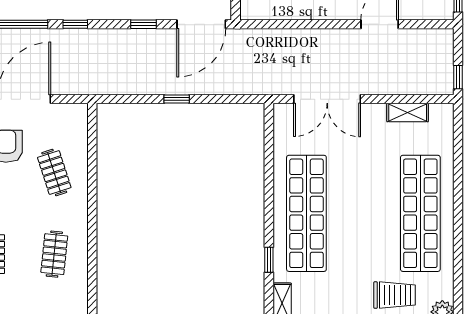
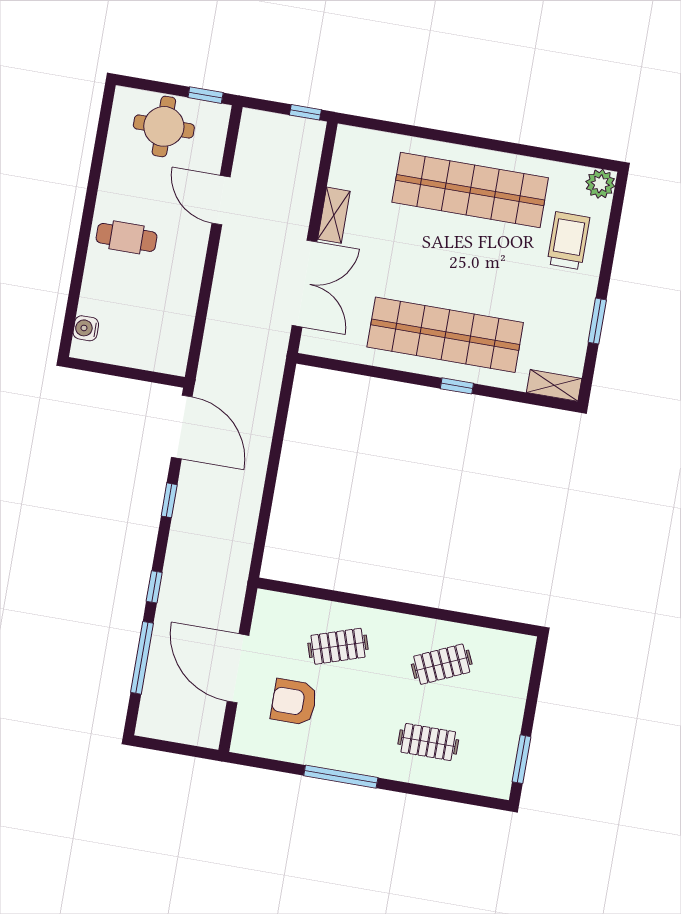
window: (177, 99) -> (271, 475), removed
shelving: (408, 112) -> (334, 215), moved
clothes rail: (54, 254) -> (442, 664), turned -30
window: (269, 260) -> (457, 386), moved

